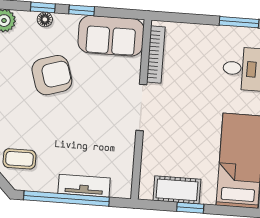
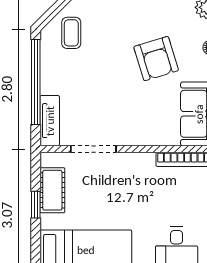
doorway: (141, 108) -> (93, 149), moved
tv unit: (84, 186) -> (50, 121), moved

